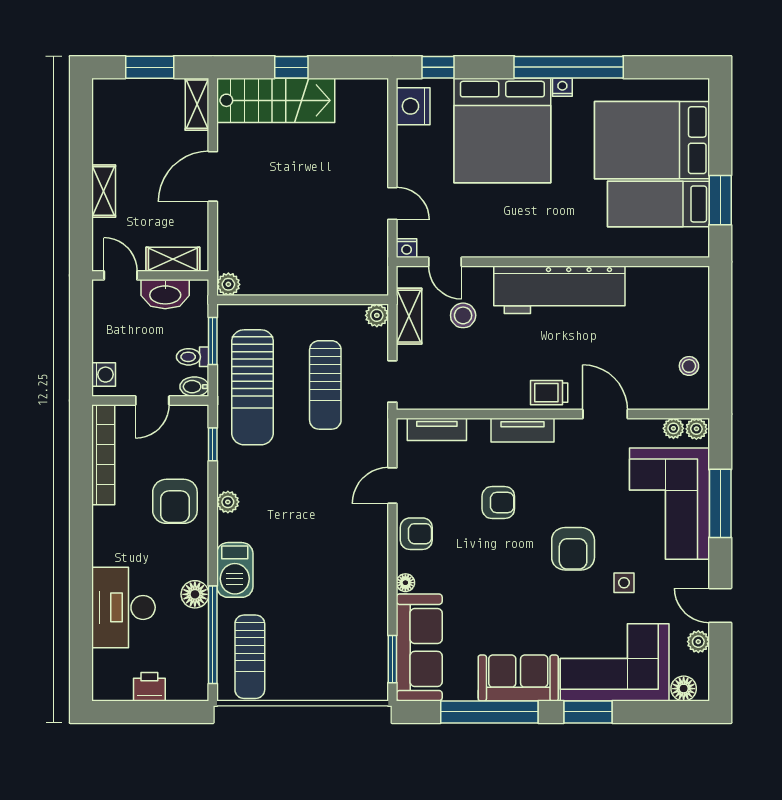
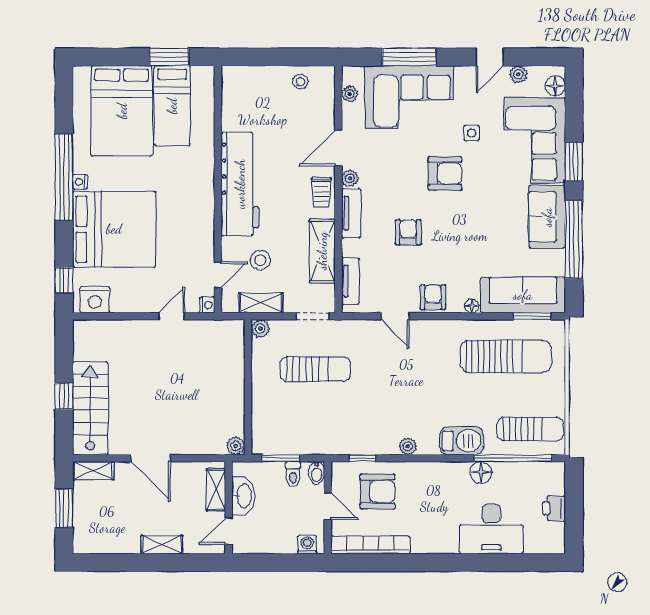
sun lounger: (252, 387) -> (506, 356), moved
shelving: (475, 394) -> (322, 251), added
plant: (696, 429) -> (350, 178), moved
armchair: (175, 501) -> (377, 491), moved

